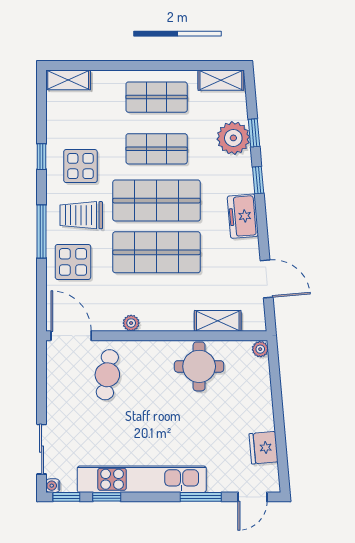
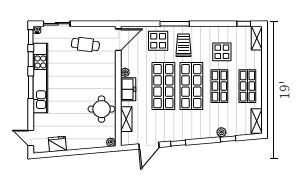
plant: (233, 138) -> (221, 132), width x0.53, depth x0.53
window: (42, 157) -> (244, 24), moved
display table: (80, 166) -> (222, 52), moved
window: (258, 180) -> (178, 143), moved
freezer: (243, 216) -> (128, 89), moved, turned 95
cafe table: (107, 375) -> (85, 45), moved
window: (201, 497) -> (31, 87), moved

